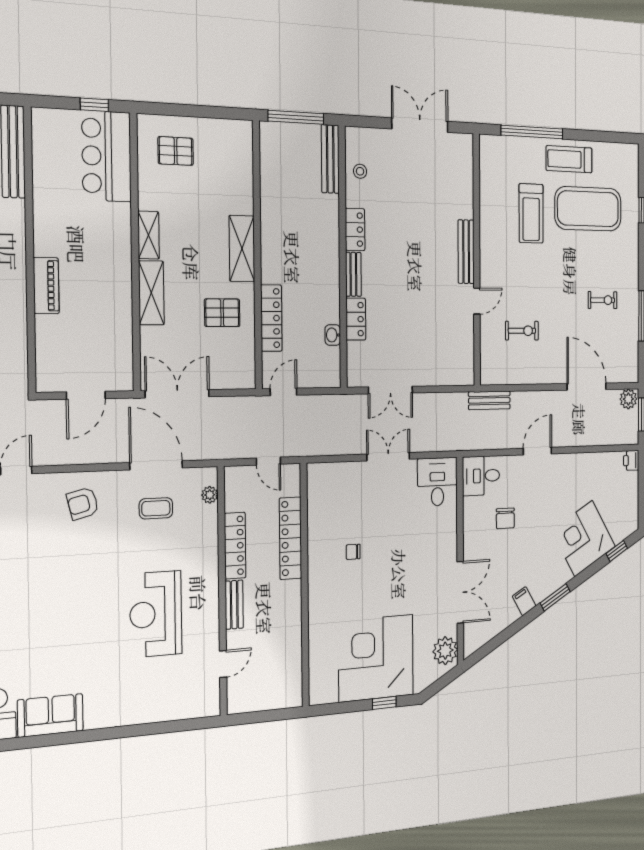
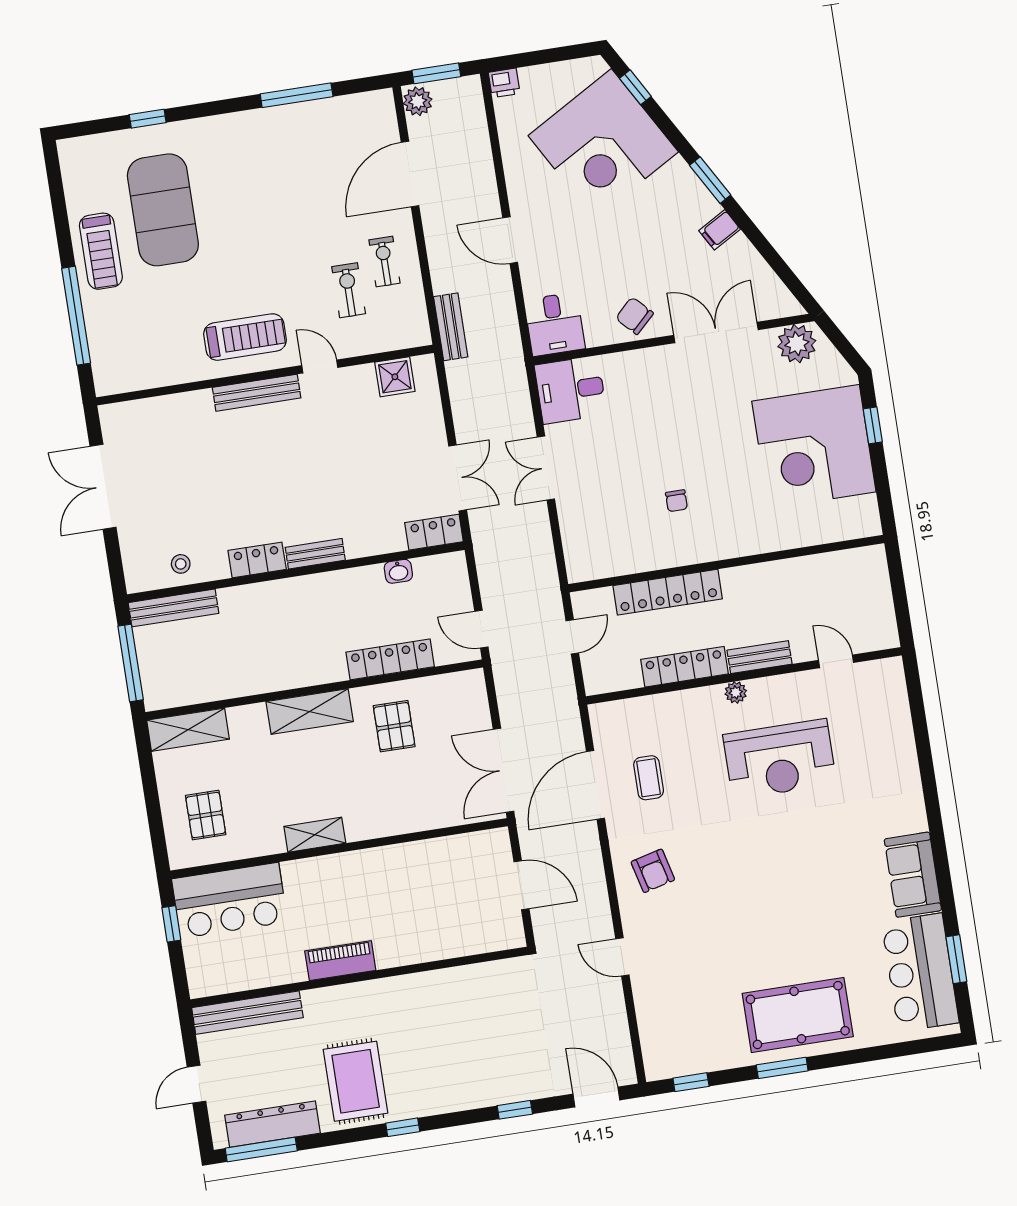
treadmill: (531, 213) -> (245, 337), moved
piano: (46, 286) -> (340, 961), moved
shelving: (151, 293) -> (188, 730), moved
exercise bike: (603, 300) -> (384, 262), moved
locker: (356, 319) -> (434, 532), moved
shower: (463, 355) -> (395, 377), added
plant: (210, 495) -> (736, 692), moved
chair: (505, 518) -> (635, 316), moved, turned -134
corner desk: (584, 538) -> (603, 144), width x1.36, depth x1.36

